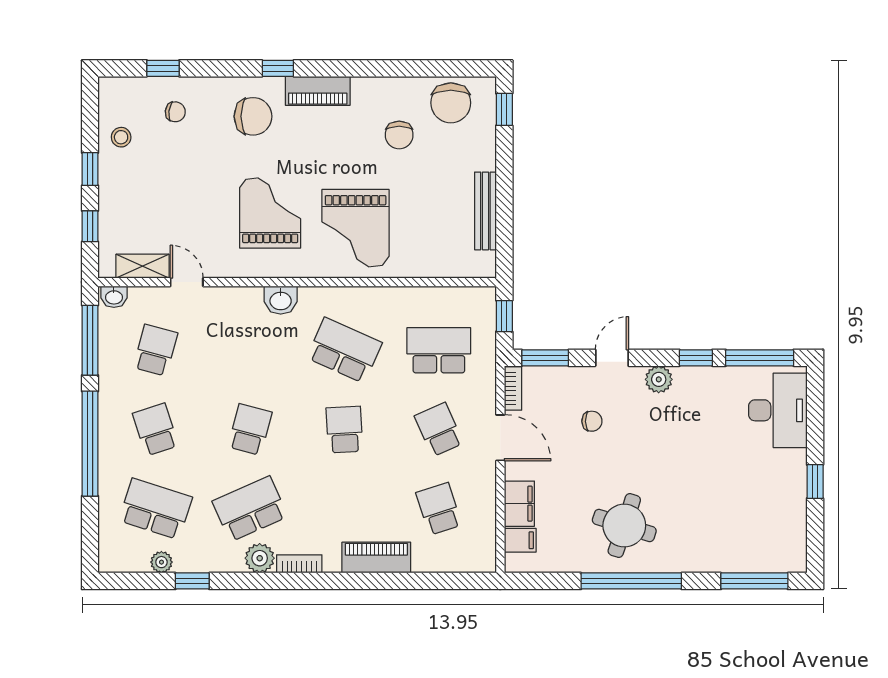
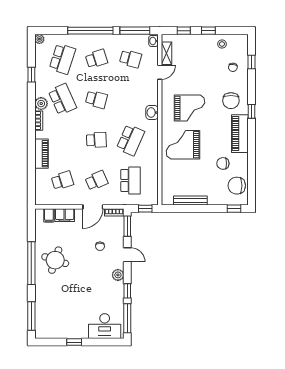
piano: (318, 91) -> (240, 134), width x1.37, depth x1.33
plant: (161, 562) -> (39, 39), moved

